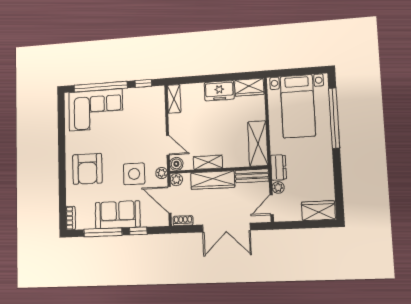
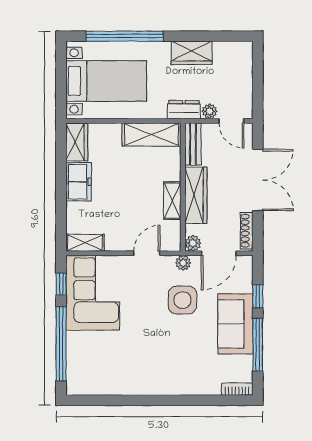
corner sofa: (96, 110) -> (93, 293), moved
boiler: (176, 164) -> (172, 243), removed
armchair: (87, 169) -> (172, 364), removed
wardrobe: (318, 211) -> (192, 53), moved, turned -90
shoe rack: (183, 221) -> (247, 231), width x1.43

